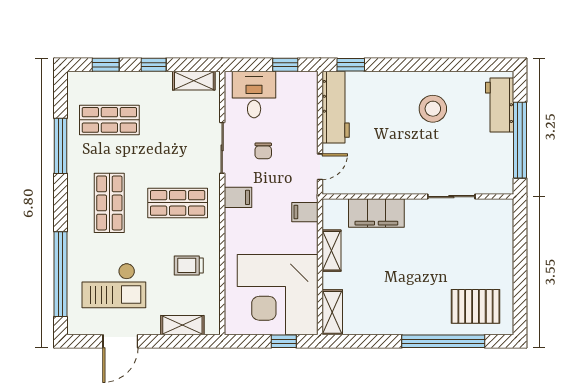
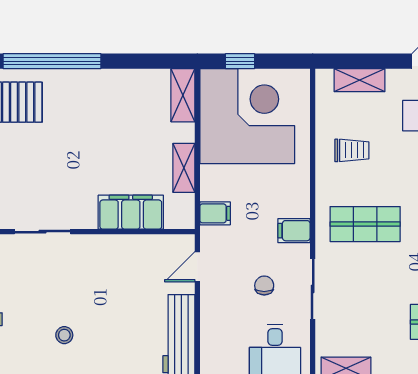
stool: (433, 109) -> (64, 335), width x0.53, depth x0.53

